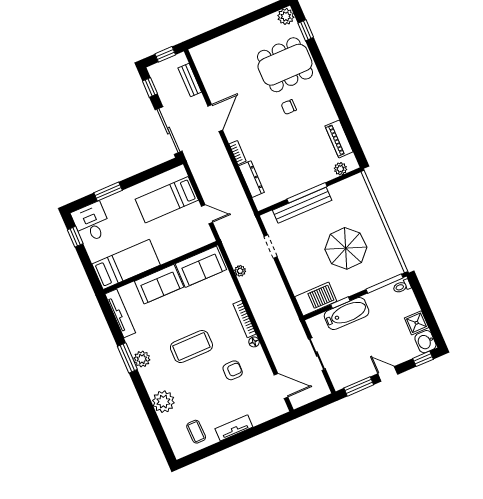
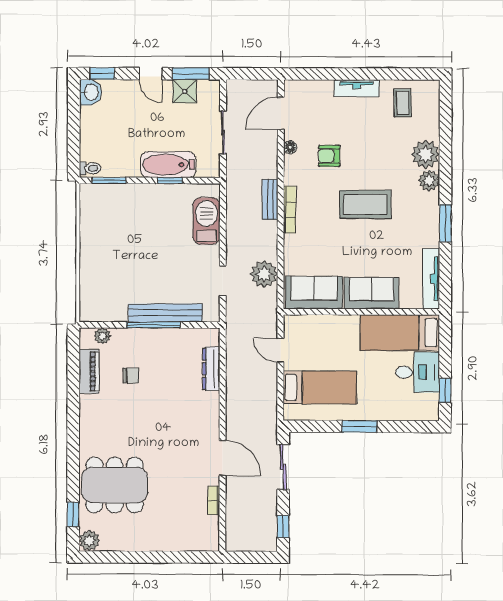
window: (165, 54) -> (249, 557), removed
bench: (190, 80) -> (270, 200), moved
chair: (289, 107) -> (131, 376), moved
door: (215, 118) -> (222, 458), swing flipped
sliding door: (169, 131) -> (283, 467), width x0.73
bookcase: (238, 153) -> (214, 501), moved
window: (108, 192) -> (360, 426), moved
desk: (91, 222) -> (417, 372), moved, turned -90
parasol: (346, 248) -> (136, 241), removed
plant: (240, 271) -> (264, 274), width x1.88, depth x1.88
window: (384, 284) -> (109, 180), width x0.69
barbecue: (316, 299) -> (206, 221), moved, turned 90
shower: (417, 323) -> (185, 91), moved
floor lamp: (254, 342) -> (290, 147), moved
plant: (142, 359) -> (429, 181), moved
door: (281, 386) -> (281, 113), hinge flipped

